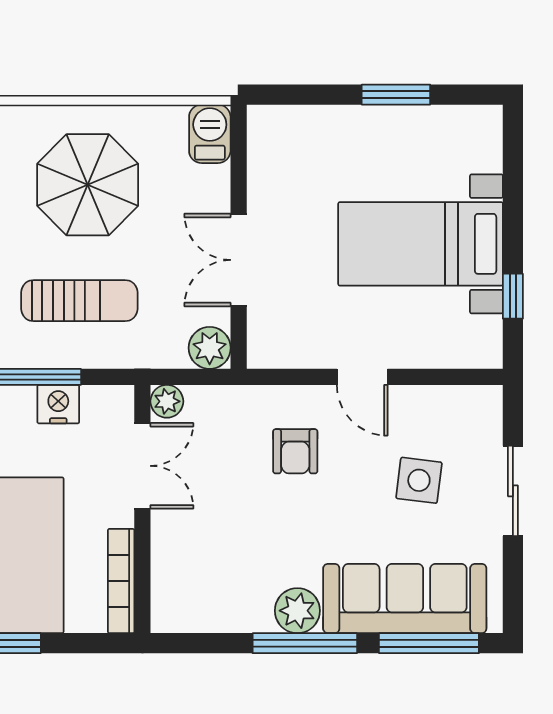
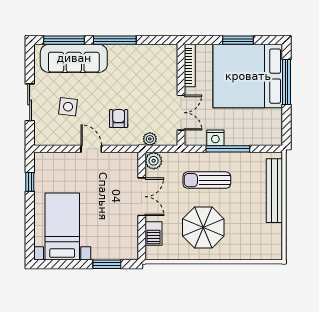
window: (396, 95) -> (107, 264), moved
barbecue: (210, 134) -> (153, 233), moved
bed with nightstands: (421, 244) -> (62, 227), moved, turned -90
plant: (167, 401) -> (150, 139), moved
double door: (142, 466) -> (181, 113), swing flipped
plant: (297, 611) -> (118, 53), removed

